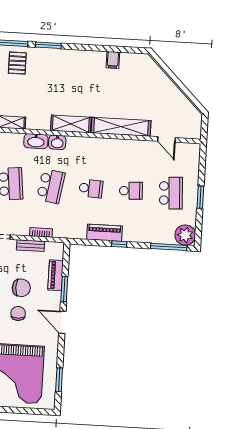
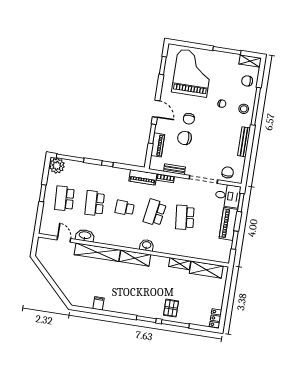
washbasin: (36, 141) -> (85, 235), moved
school desk: (131, 191) -> (95, 203), width x1.85
piano: (104, 233) -> (143, 177), moved

